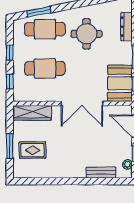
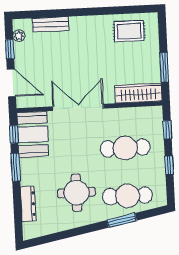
window: (39, 12) -> (122, 220), moved
window: (10, 146) -> (164, 67), moved
rug: (33, 150) -> (129, 31), moved

